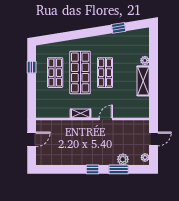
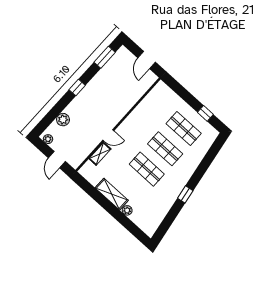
window: (119, 28) -> (185, 194), moved
shop shelf: (80, 73) -> (165, 149), width x0.70, depth x0.74
shelving: (81, 113) -> (100, 154), moved
door: (106, 119) -> (108, 135), hinge flipped
window: (119, 169) -> (105, 57), moved

